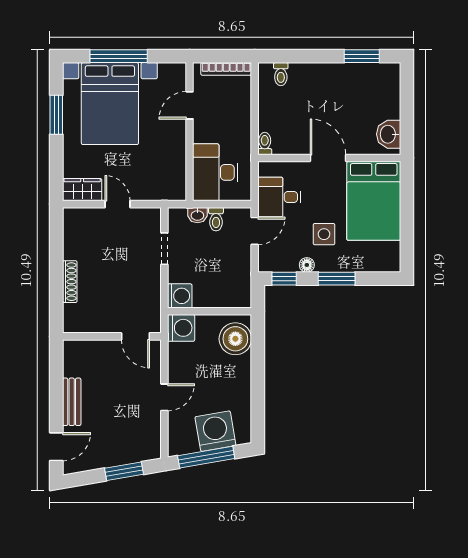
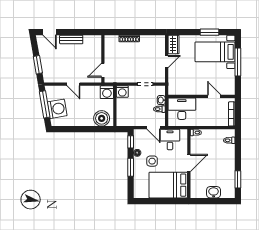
bed with nightstands: (110, 104) -> (215, 52), width x0.73
washbasin: (389, 134) -> (214, 192), moved

